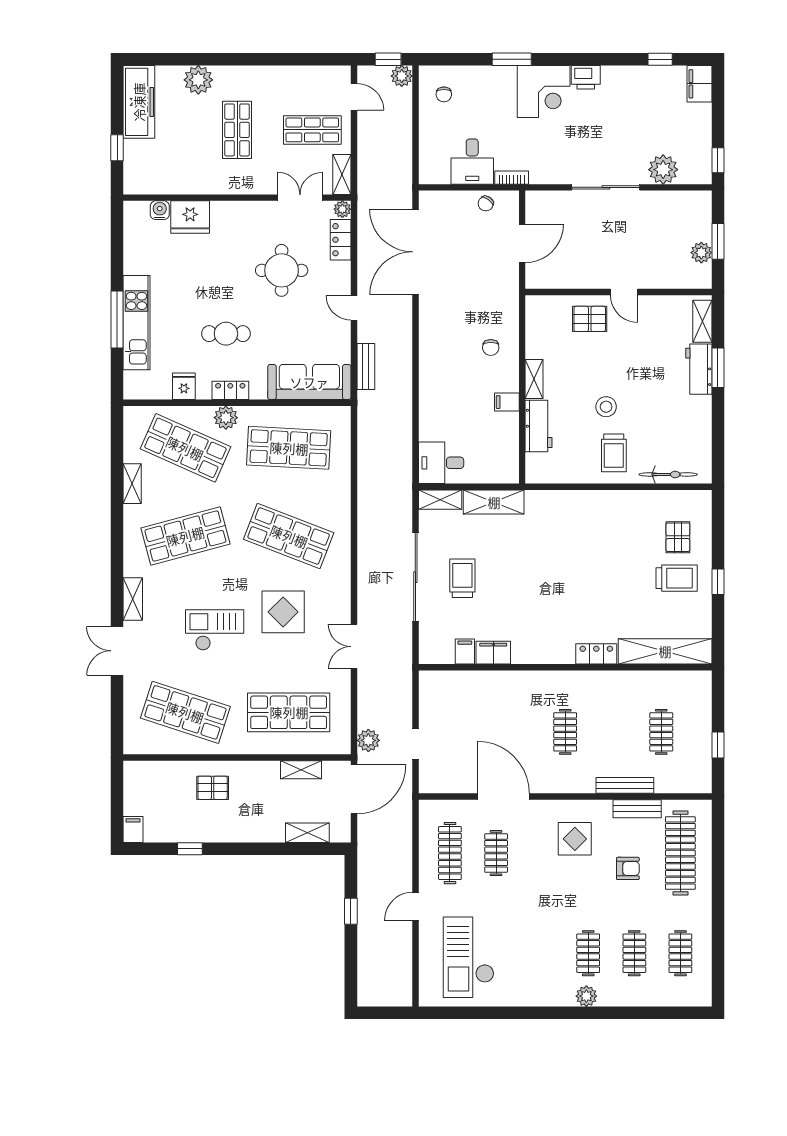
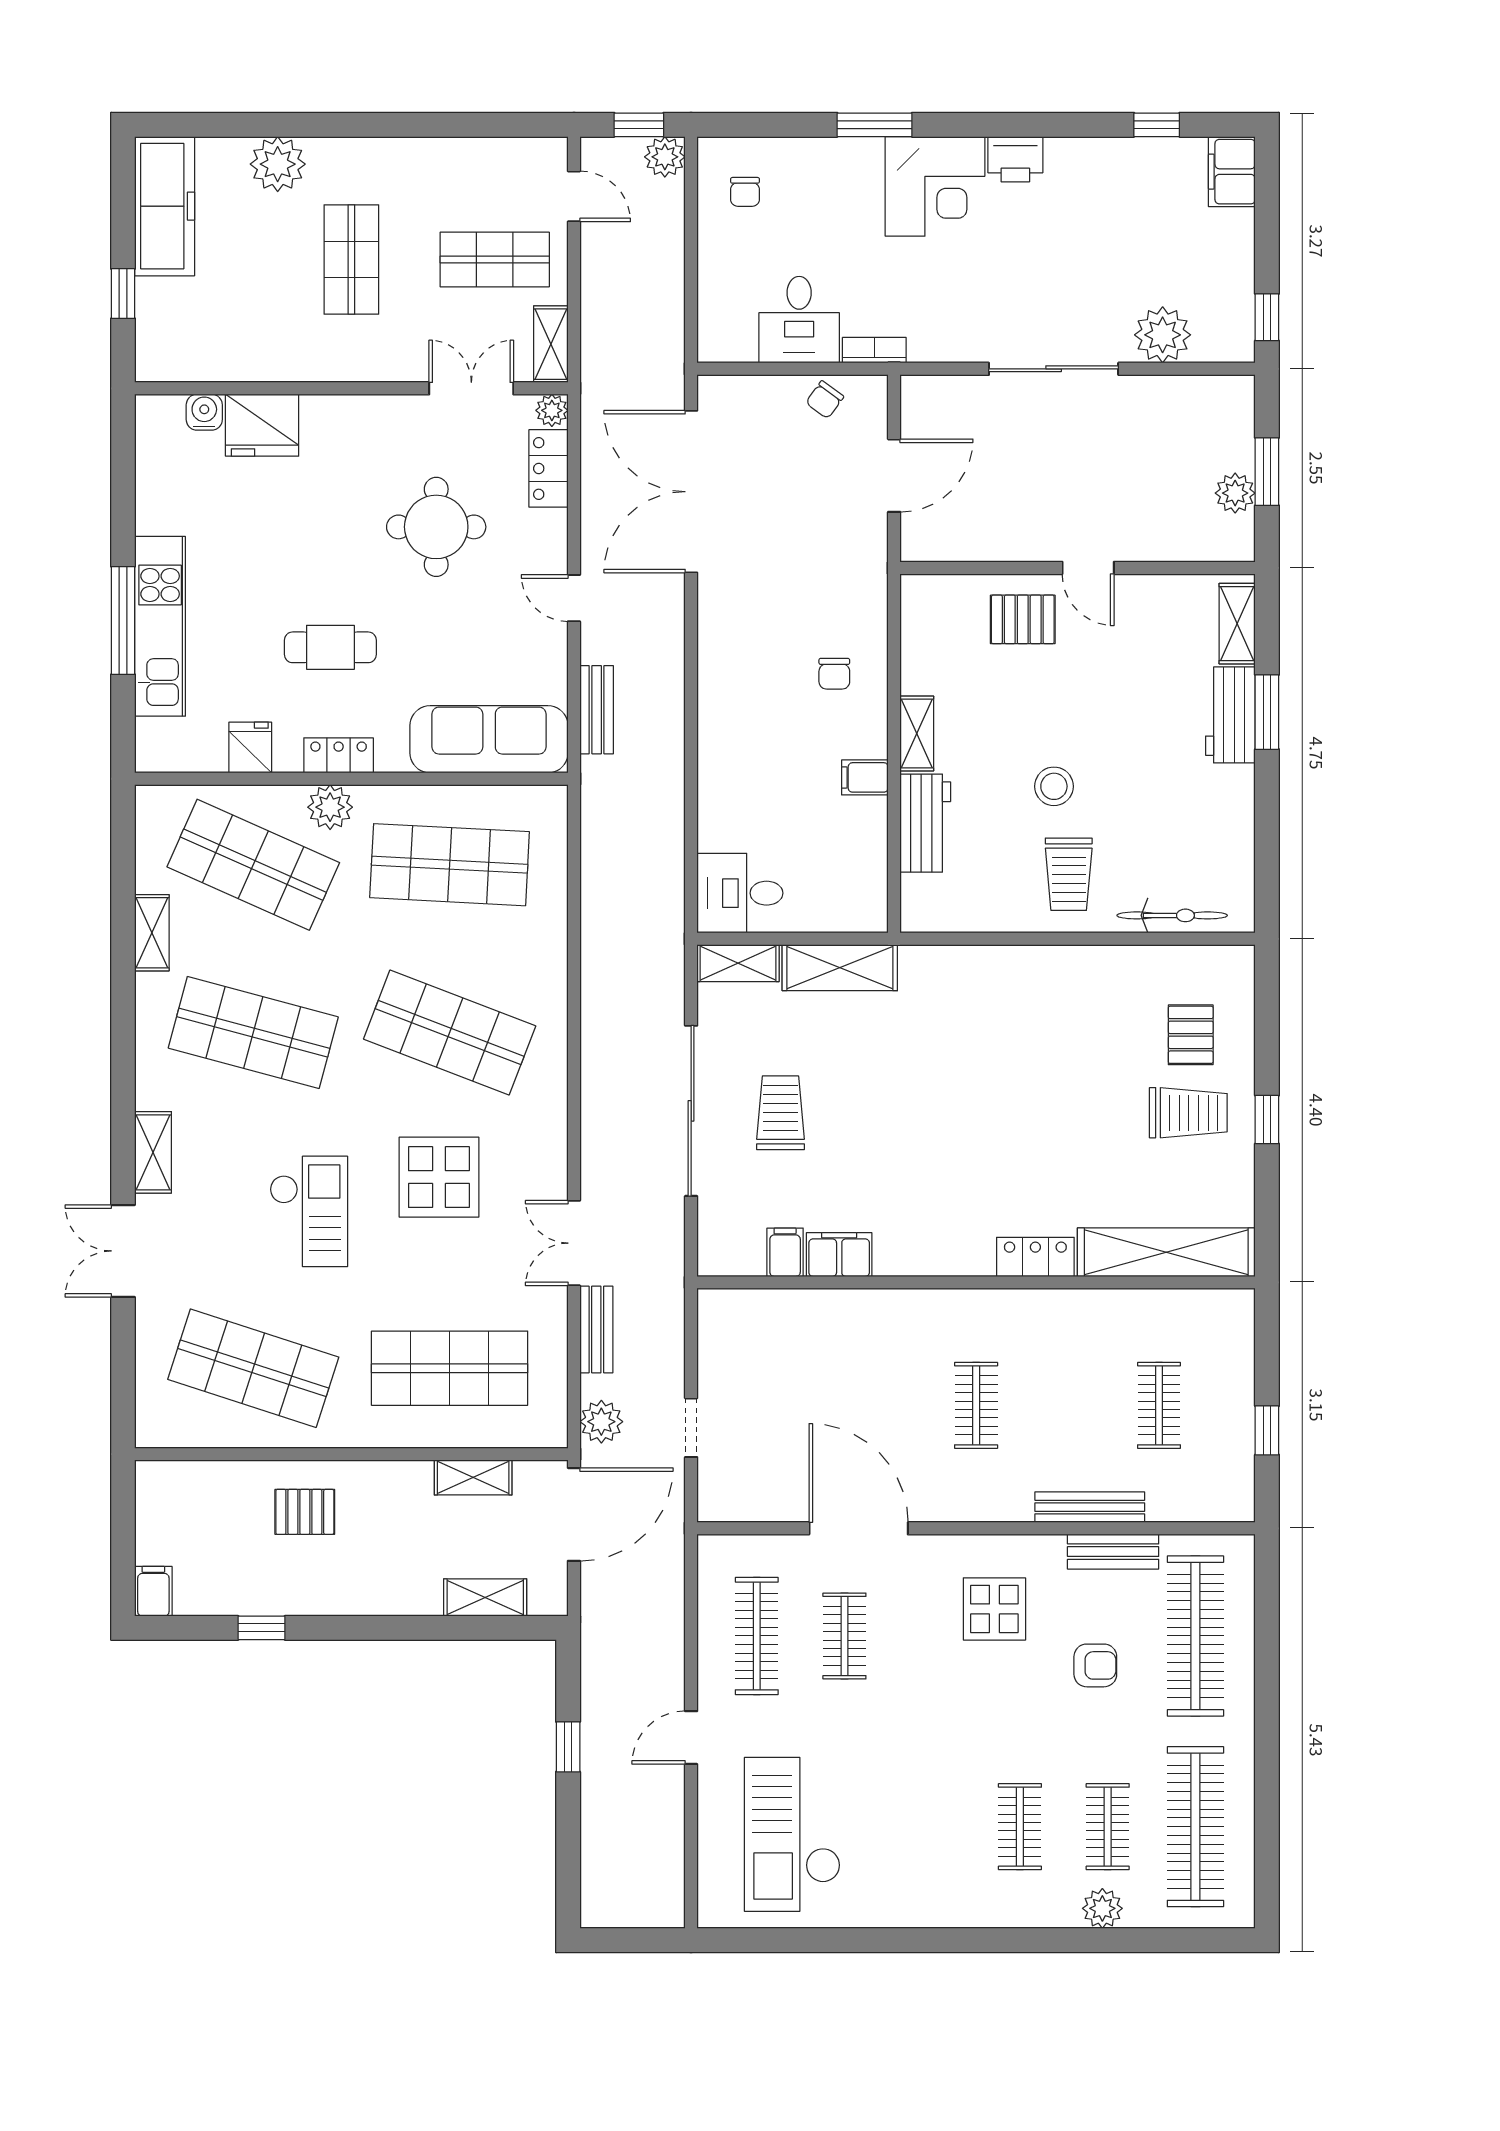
shop shelf: (185, 536) -> (253, 1033), turned 30
checkout: (215, 630) -> (309, 1211), turned 90
bench: (366, 692) -> (596, 1329), added
clothes rail: (680, 953) -> (1195, 1827), width x1.86, depth x1.31
plant: (586, 996) -> (1102, 1908), moved

